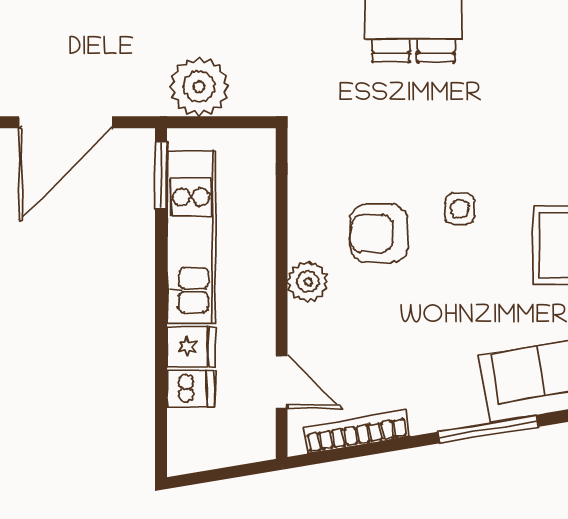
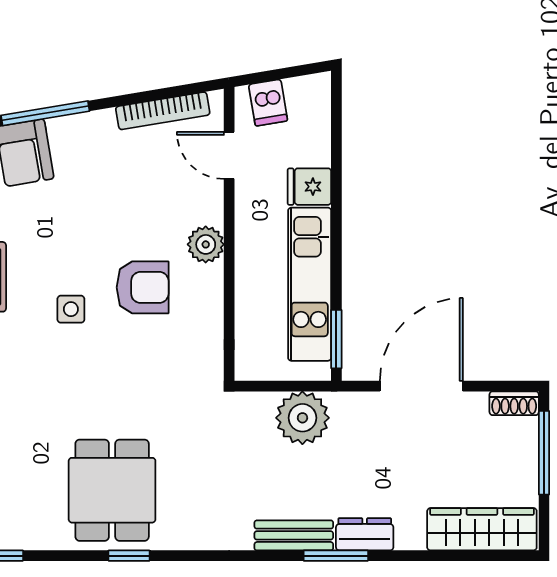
dishwasher: (191, 389) -> (268, 103), moved, turned -99

